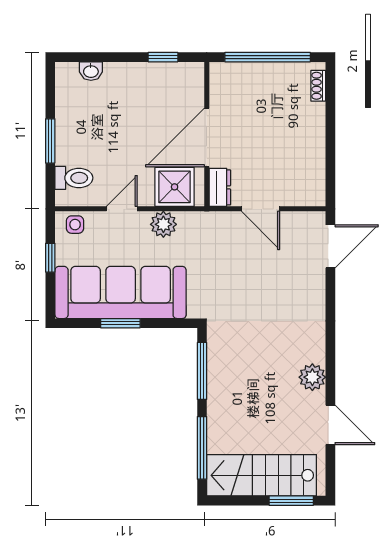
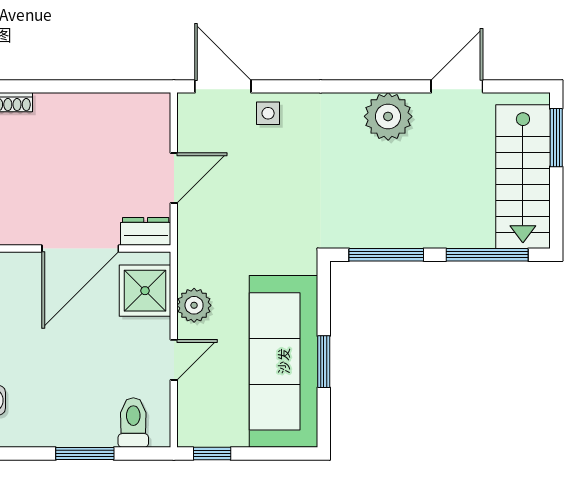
door: (207, 138) -> (80, 249), hinge flipped
door: (122, 209) -> (174, 360), swing flipped
side table: (75, 225) -> (268, 113), moved
window: (50, 258) -> (212, 454), moved
plant: (312, 377) -> (388, 116), width x1.36, depth x1.36

